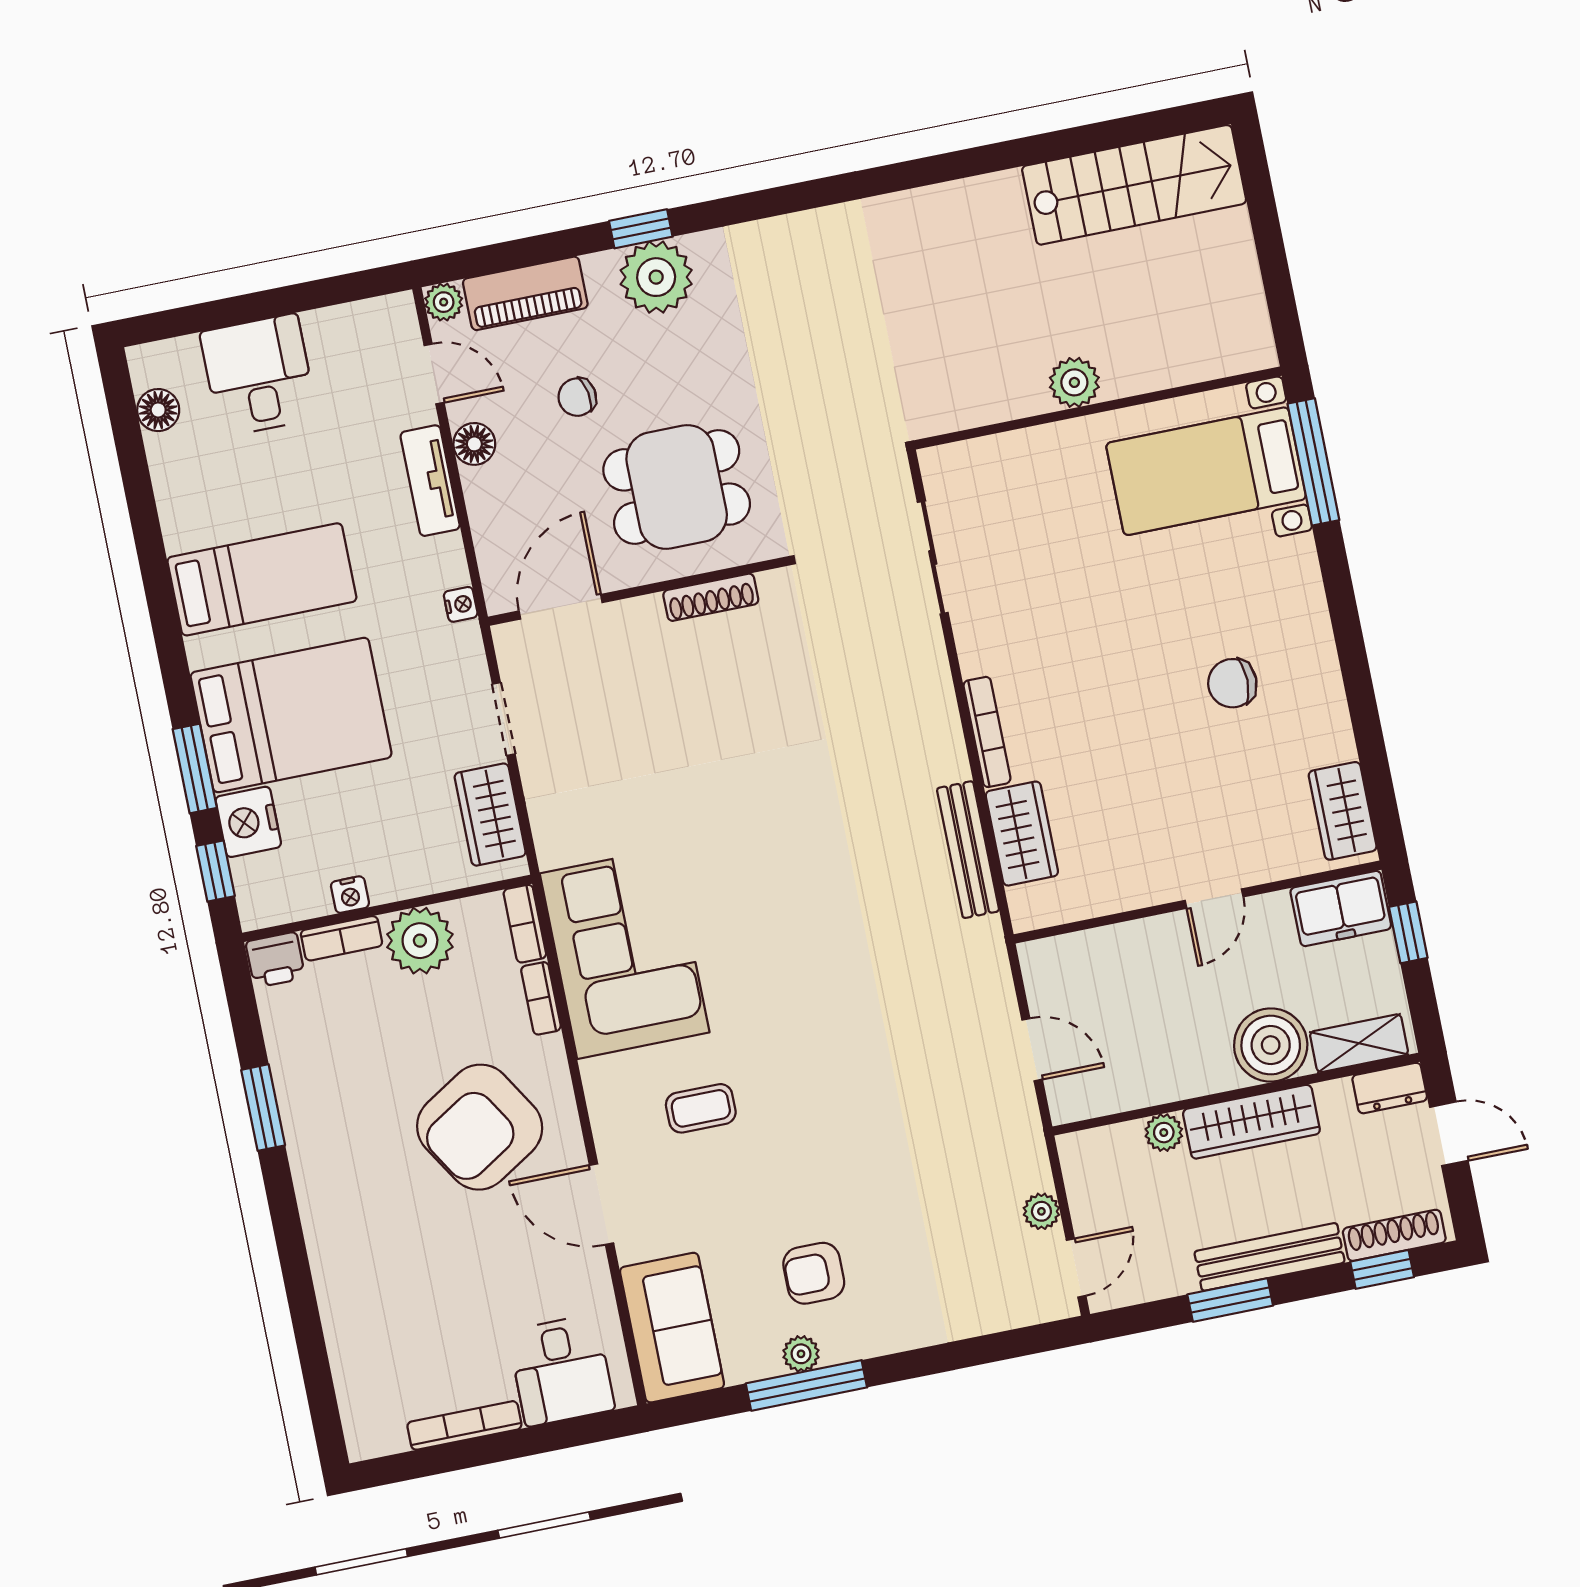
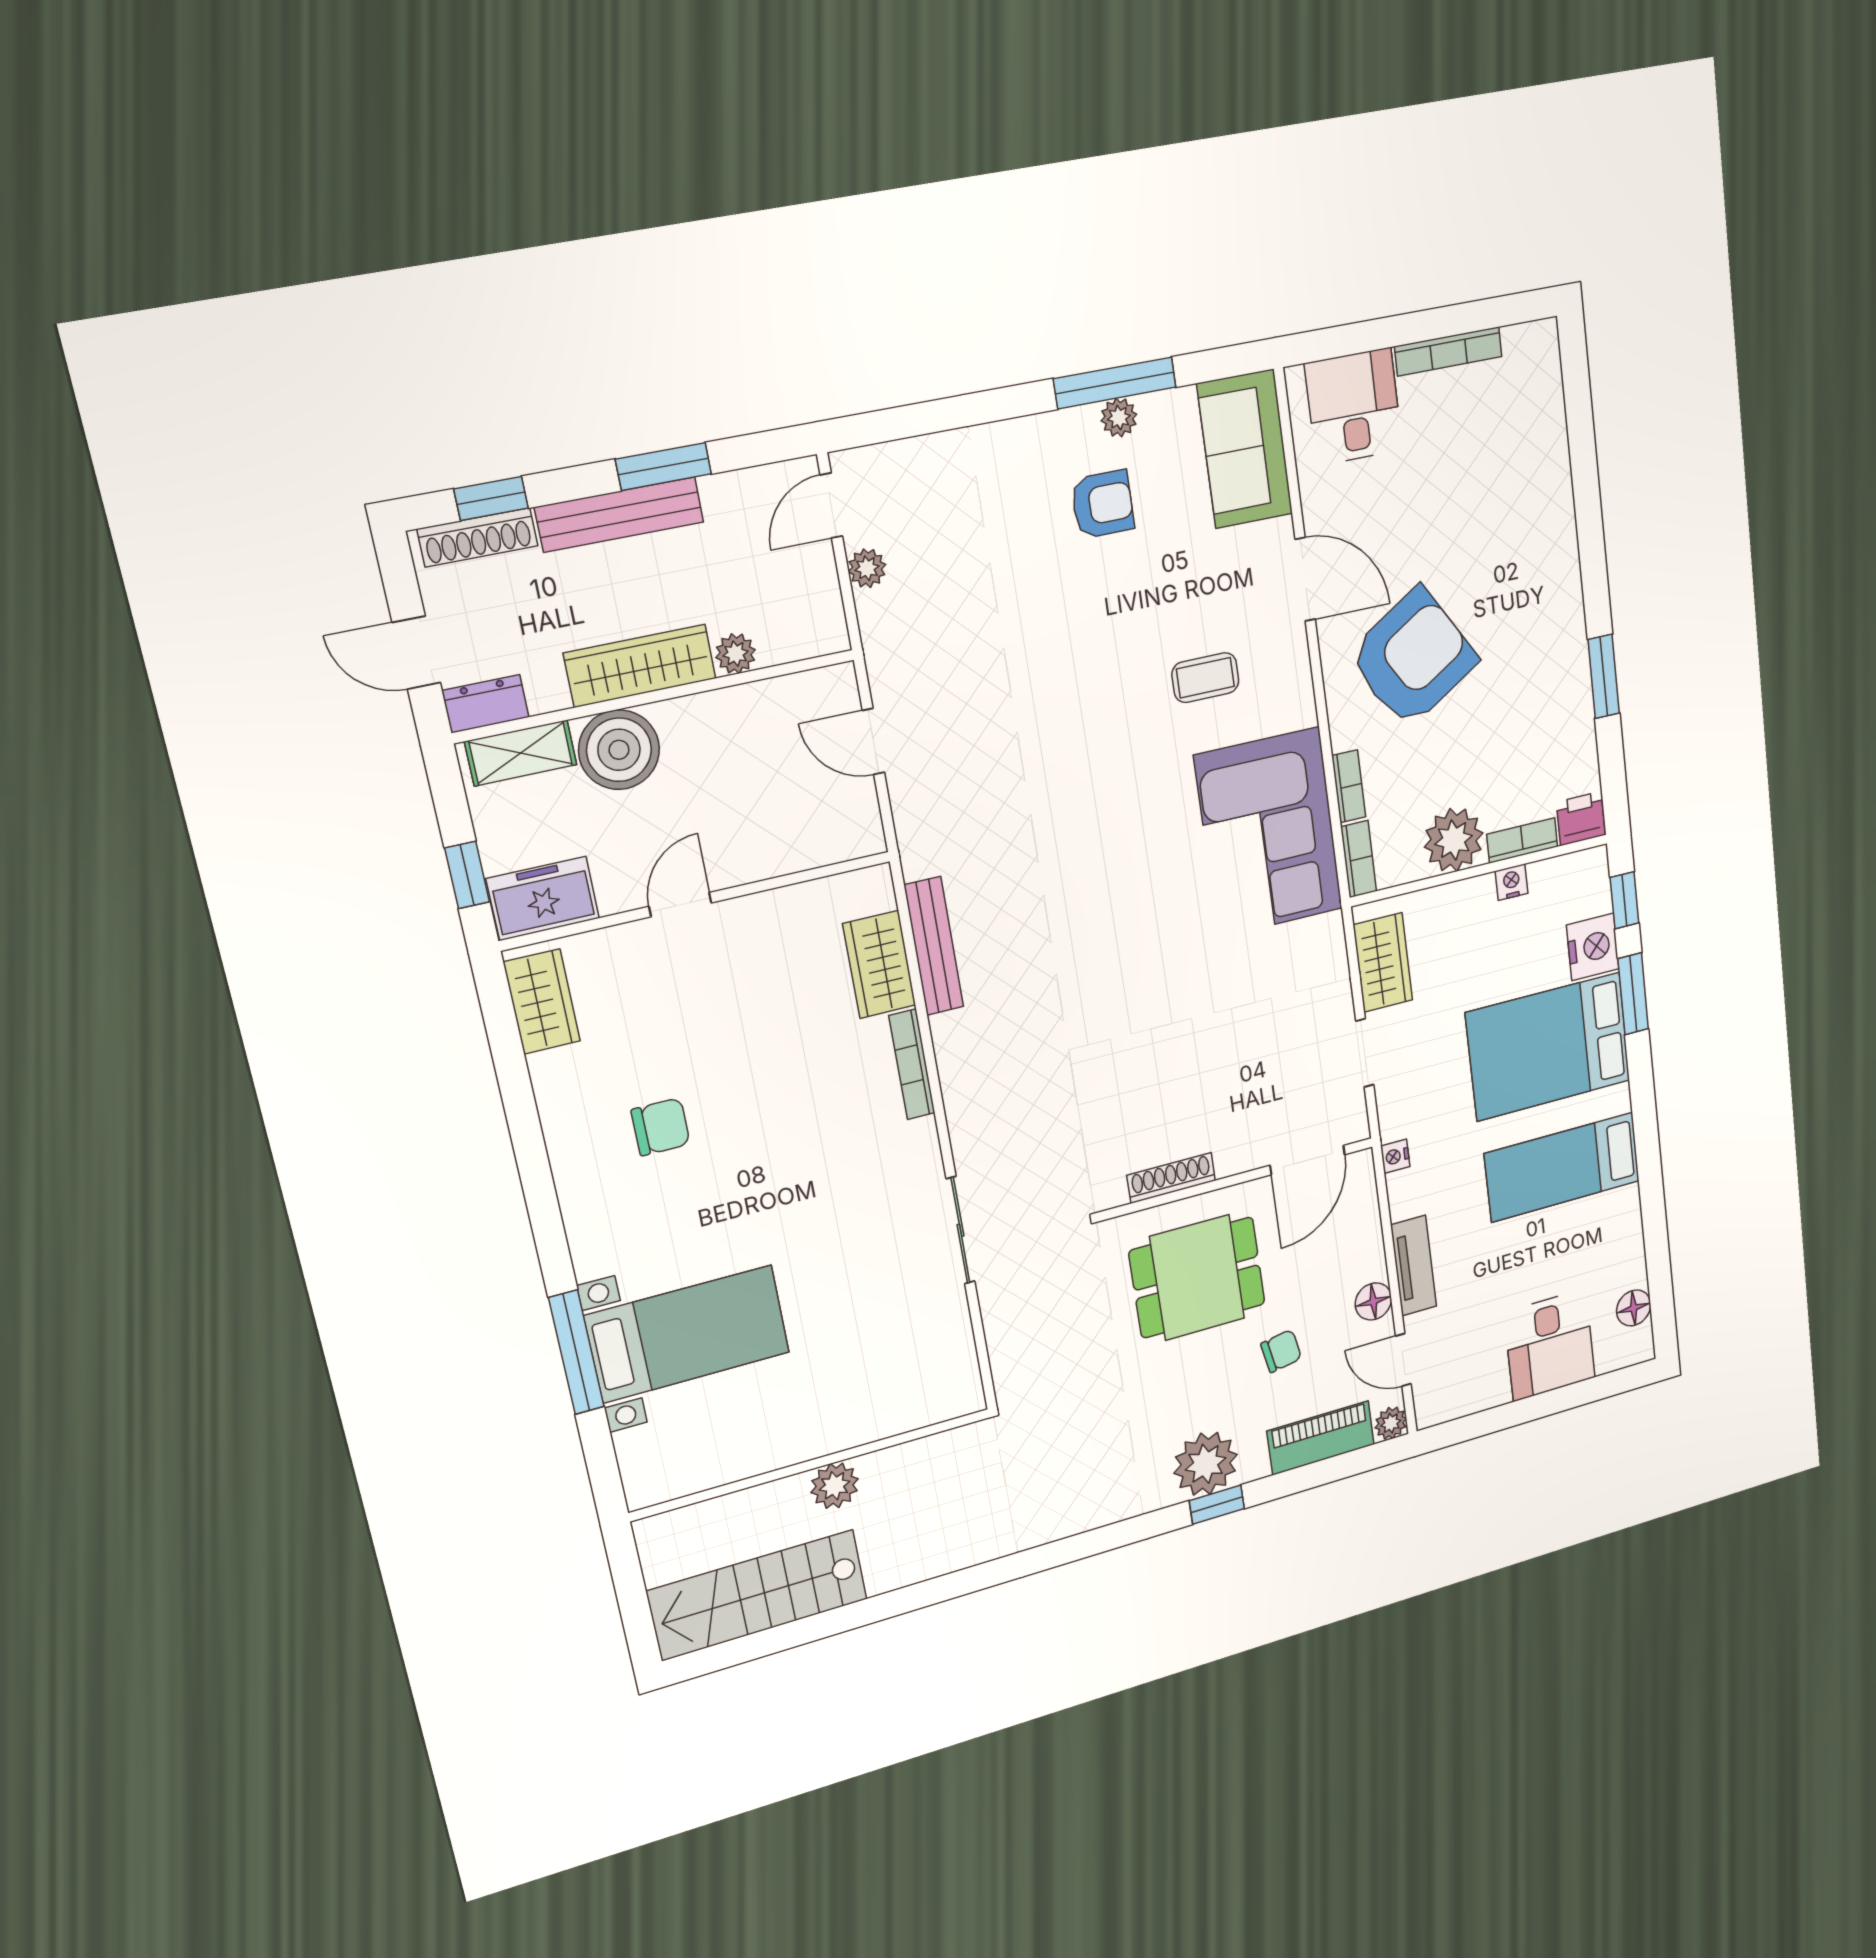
plant: (1074, 382) -> (835, 1486), moved
wall: (1098, 408) -> (812, 1464), moved

